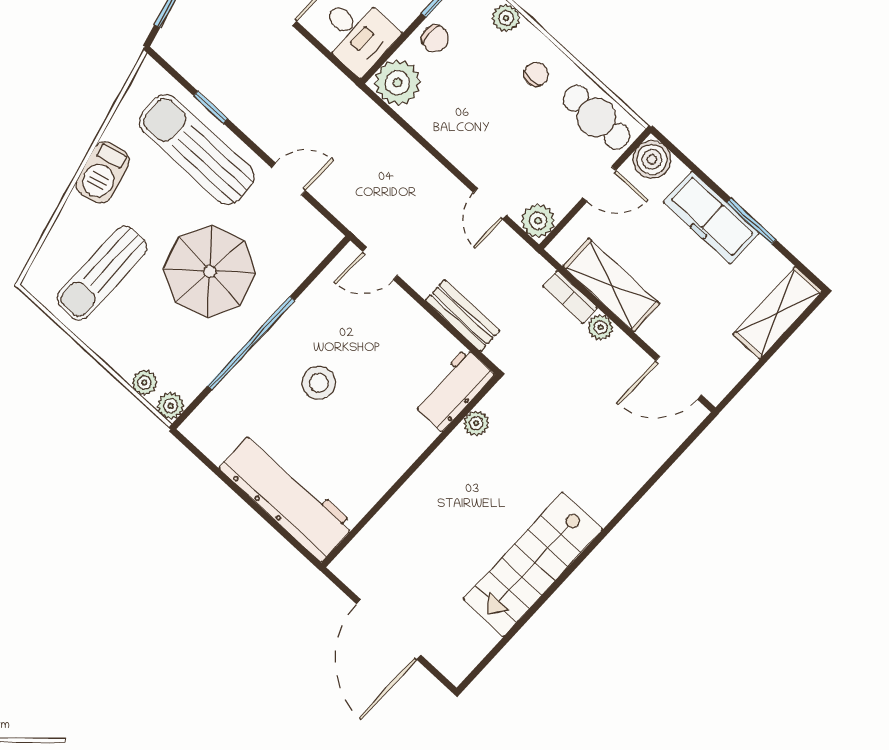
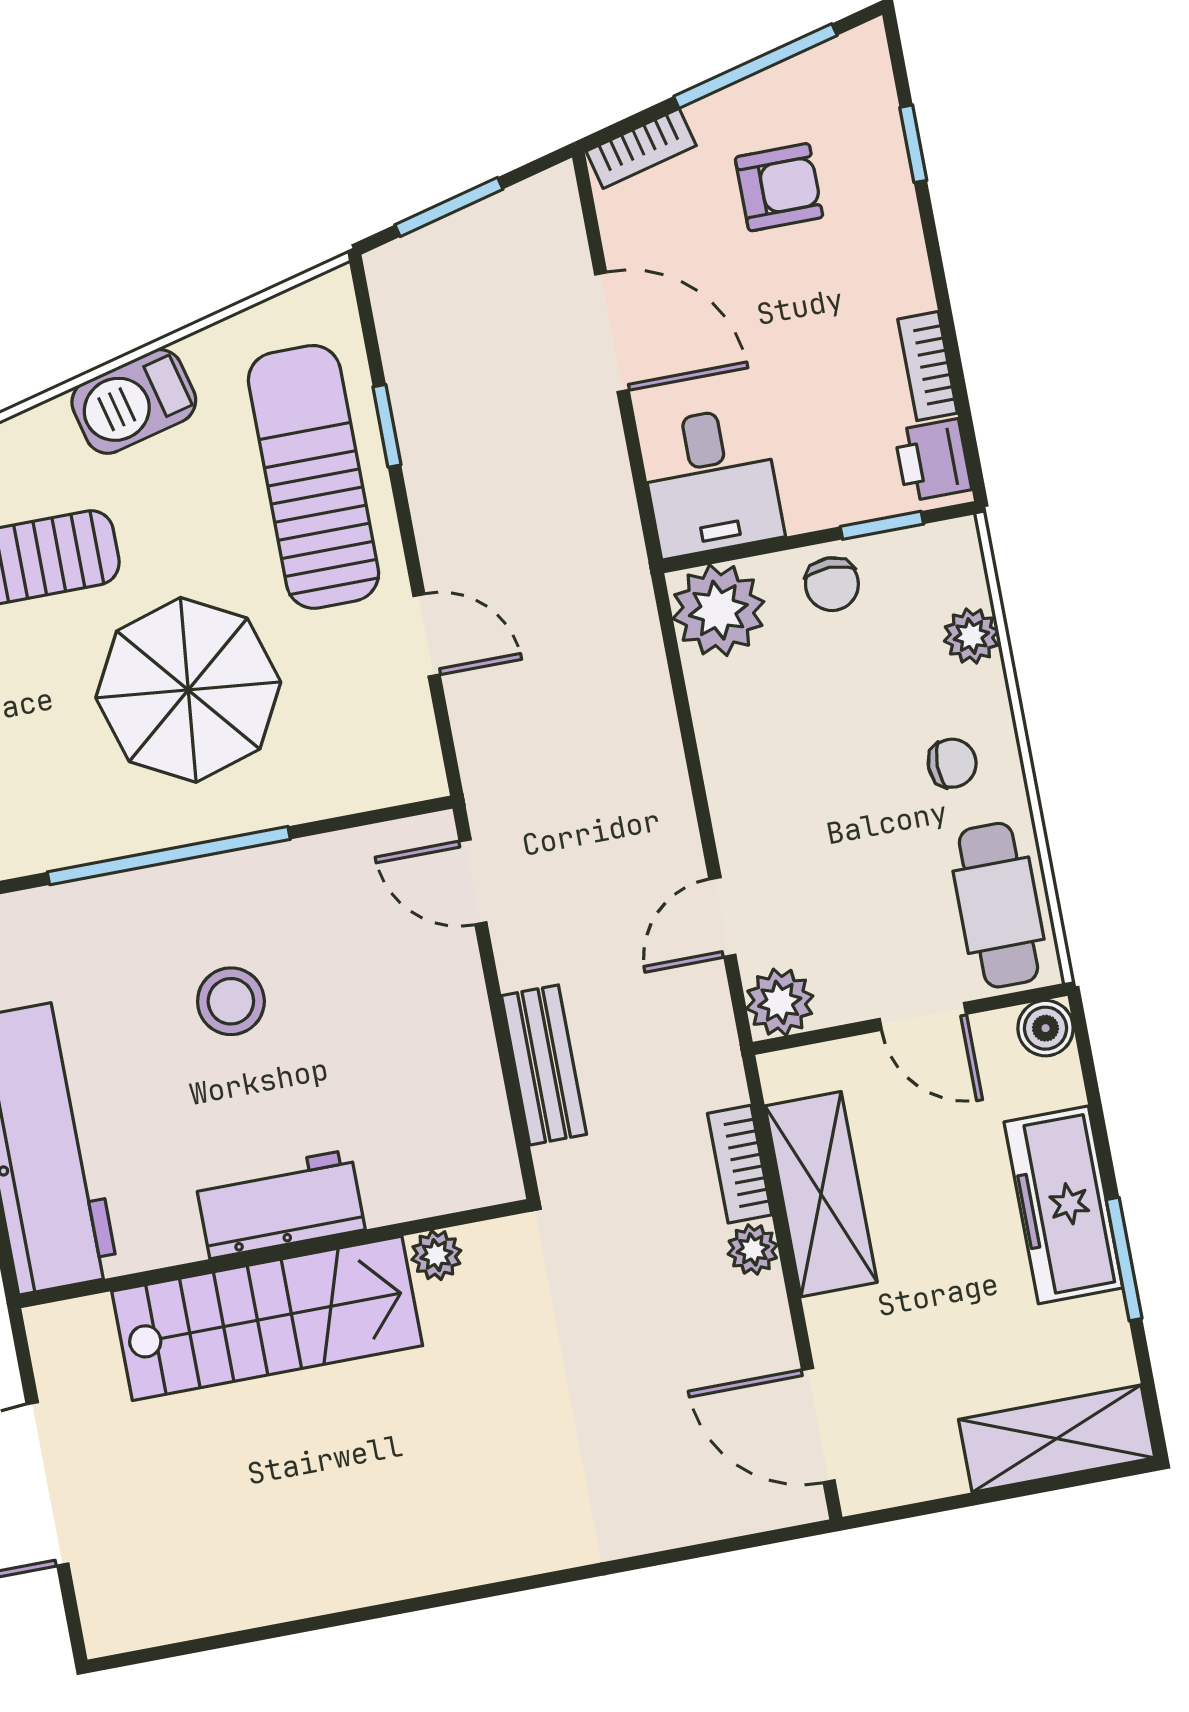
boiler: (652, 159) -> (1046, 1028), width x0.73, depth x0.73
workbench: (454, 389) -> (280, 1204), moved
stairs: (533, 564) -> (267, 1318), moved, turned 180

